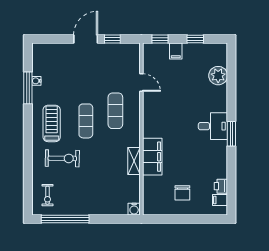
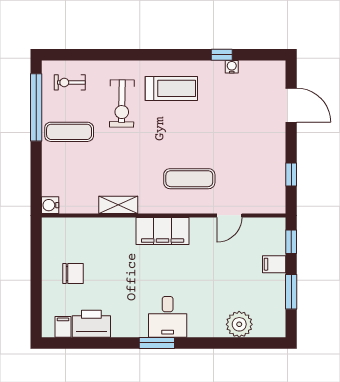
door: (86, 39) -> (291, 105), moved
window: (195, 39) -> (291, 292), width x1.50
window: (28, 88) -> (222, 55), width x0.46
exercise mat: (86, 121) -> (69, 132), moved
filing cabinet: (152, 157) -> (163, 231), moved
printer: (221, 186) -> (91, 324), width x1.87, depth x1.48
chair: (182, 193) -> (73, 274), turned 180

